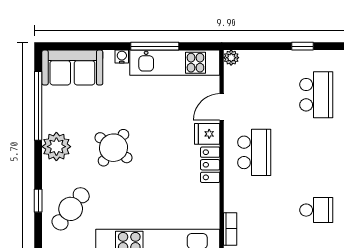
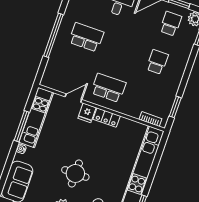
window: (303, 46) -> (53, 35), width x3.17
plant: (231, 58) -> (45, 82), removed
door: (222, 107) -> (73, 98), swing flipped
round table: (113, 148) -> (75, 173), turned -37

